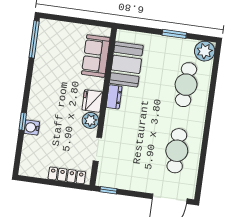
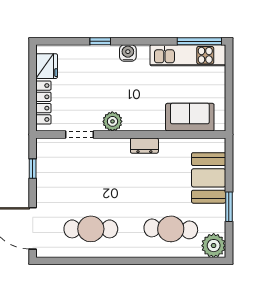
kitchen unit: (44, 51) -> (188, 55), added
booth: (126, 64) -> (209, 178), moved, turned 90
fridge: (92, 101) -> (47, 66), moved, turned 90
water cooler: (32, 128) -> (128, 53), moved
window: (108, 190) -> (33, 169), moved

